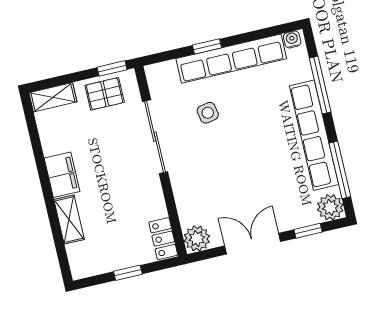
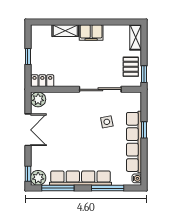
window: (308, 231) -> (28, 174), moved

